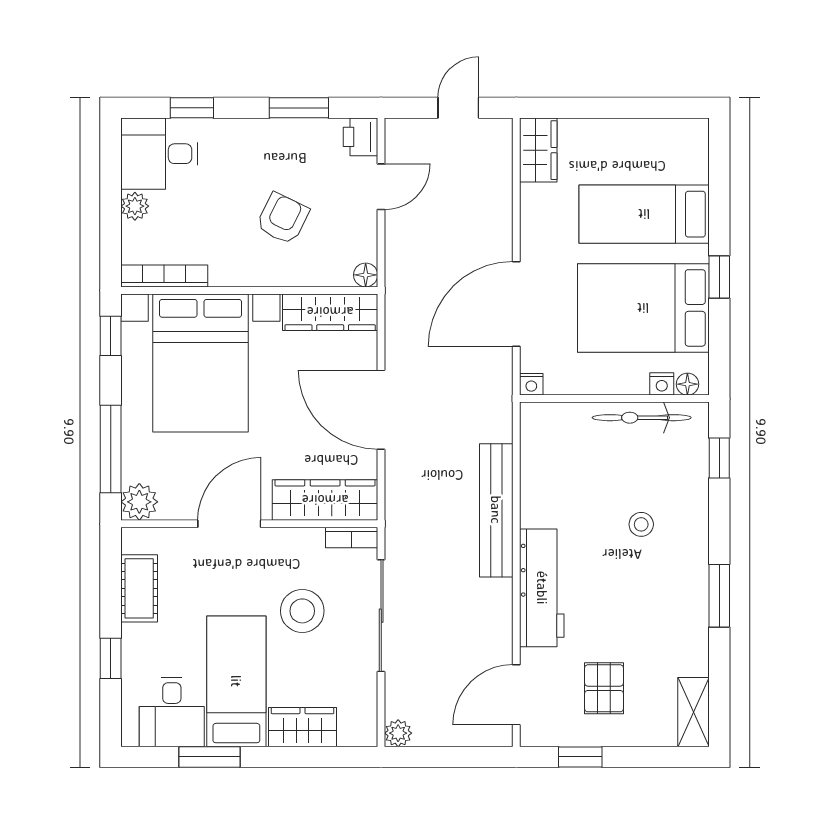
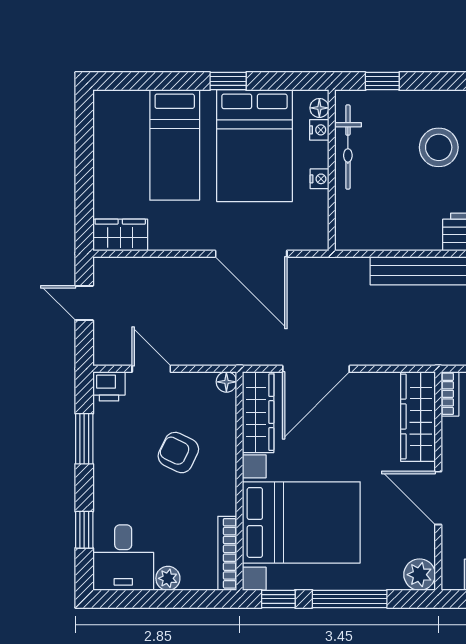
nightstand: (531, 384) -> (319, 179), moved
door: (381, 410) -> (316, 369), moved
window: (111, 449) -> (350, 599), moved
stool: (641, 524) -> (439, 147), width x1.89, depth x1.89

